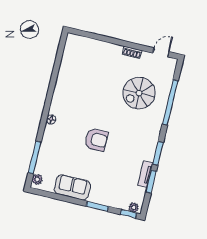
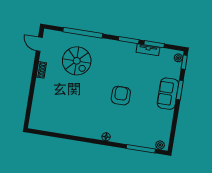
sofa: (72, 187) -> (168, 94), moved

